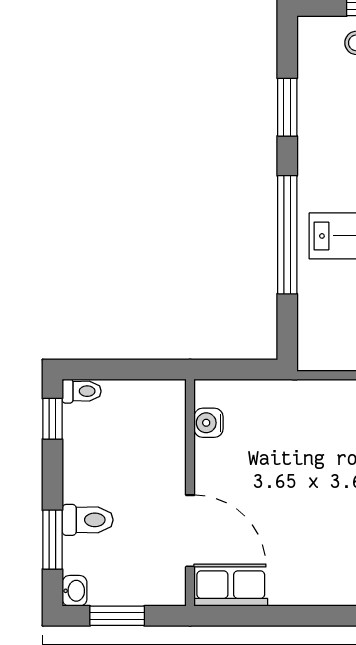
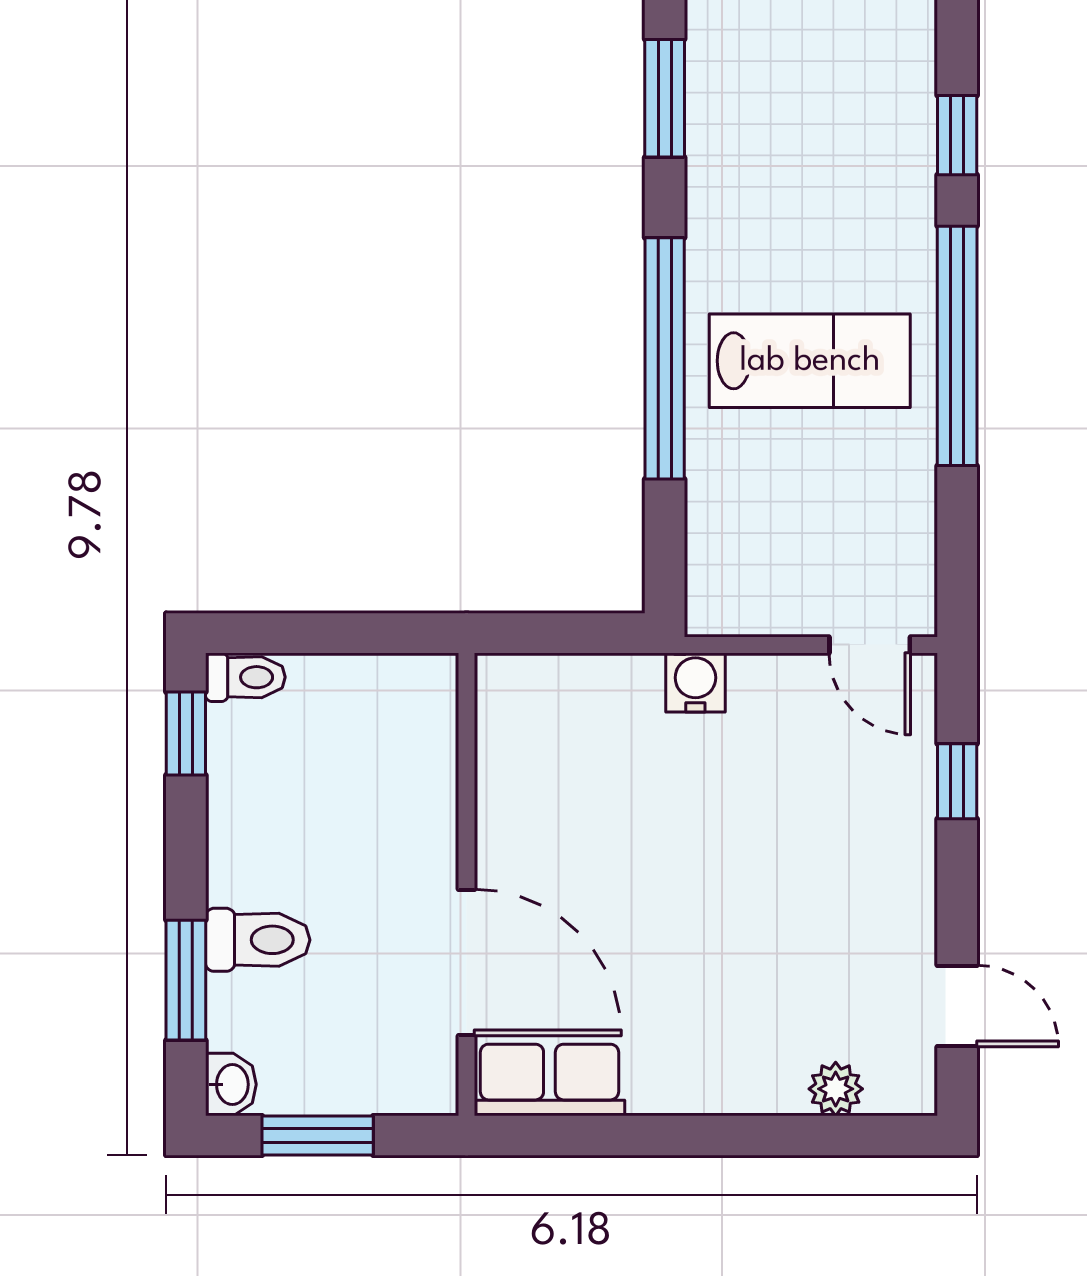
water cooler: (209, 423) -> (695, 682), moved, turned 90

